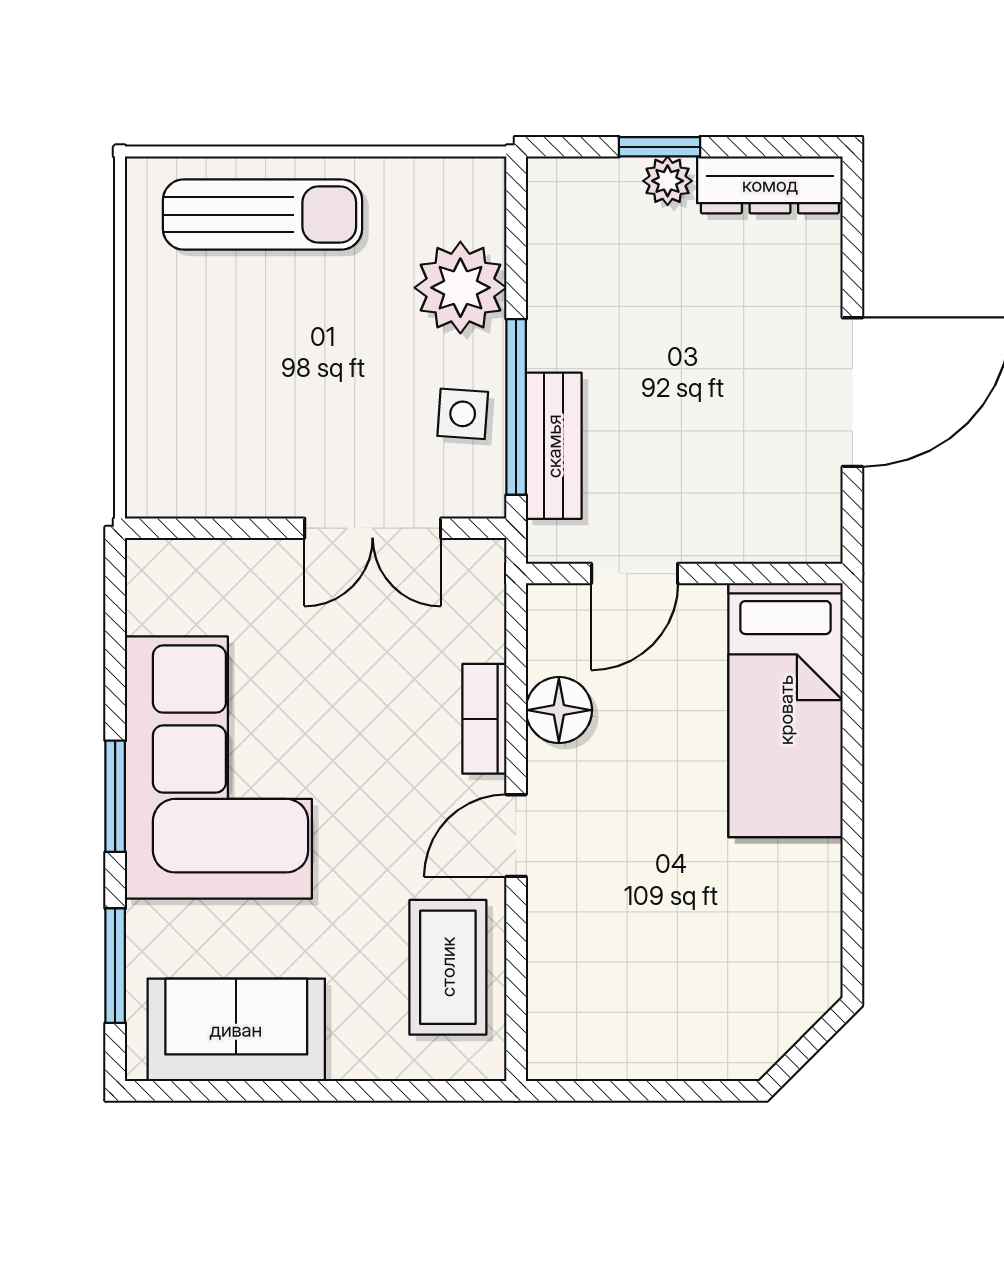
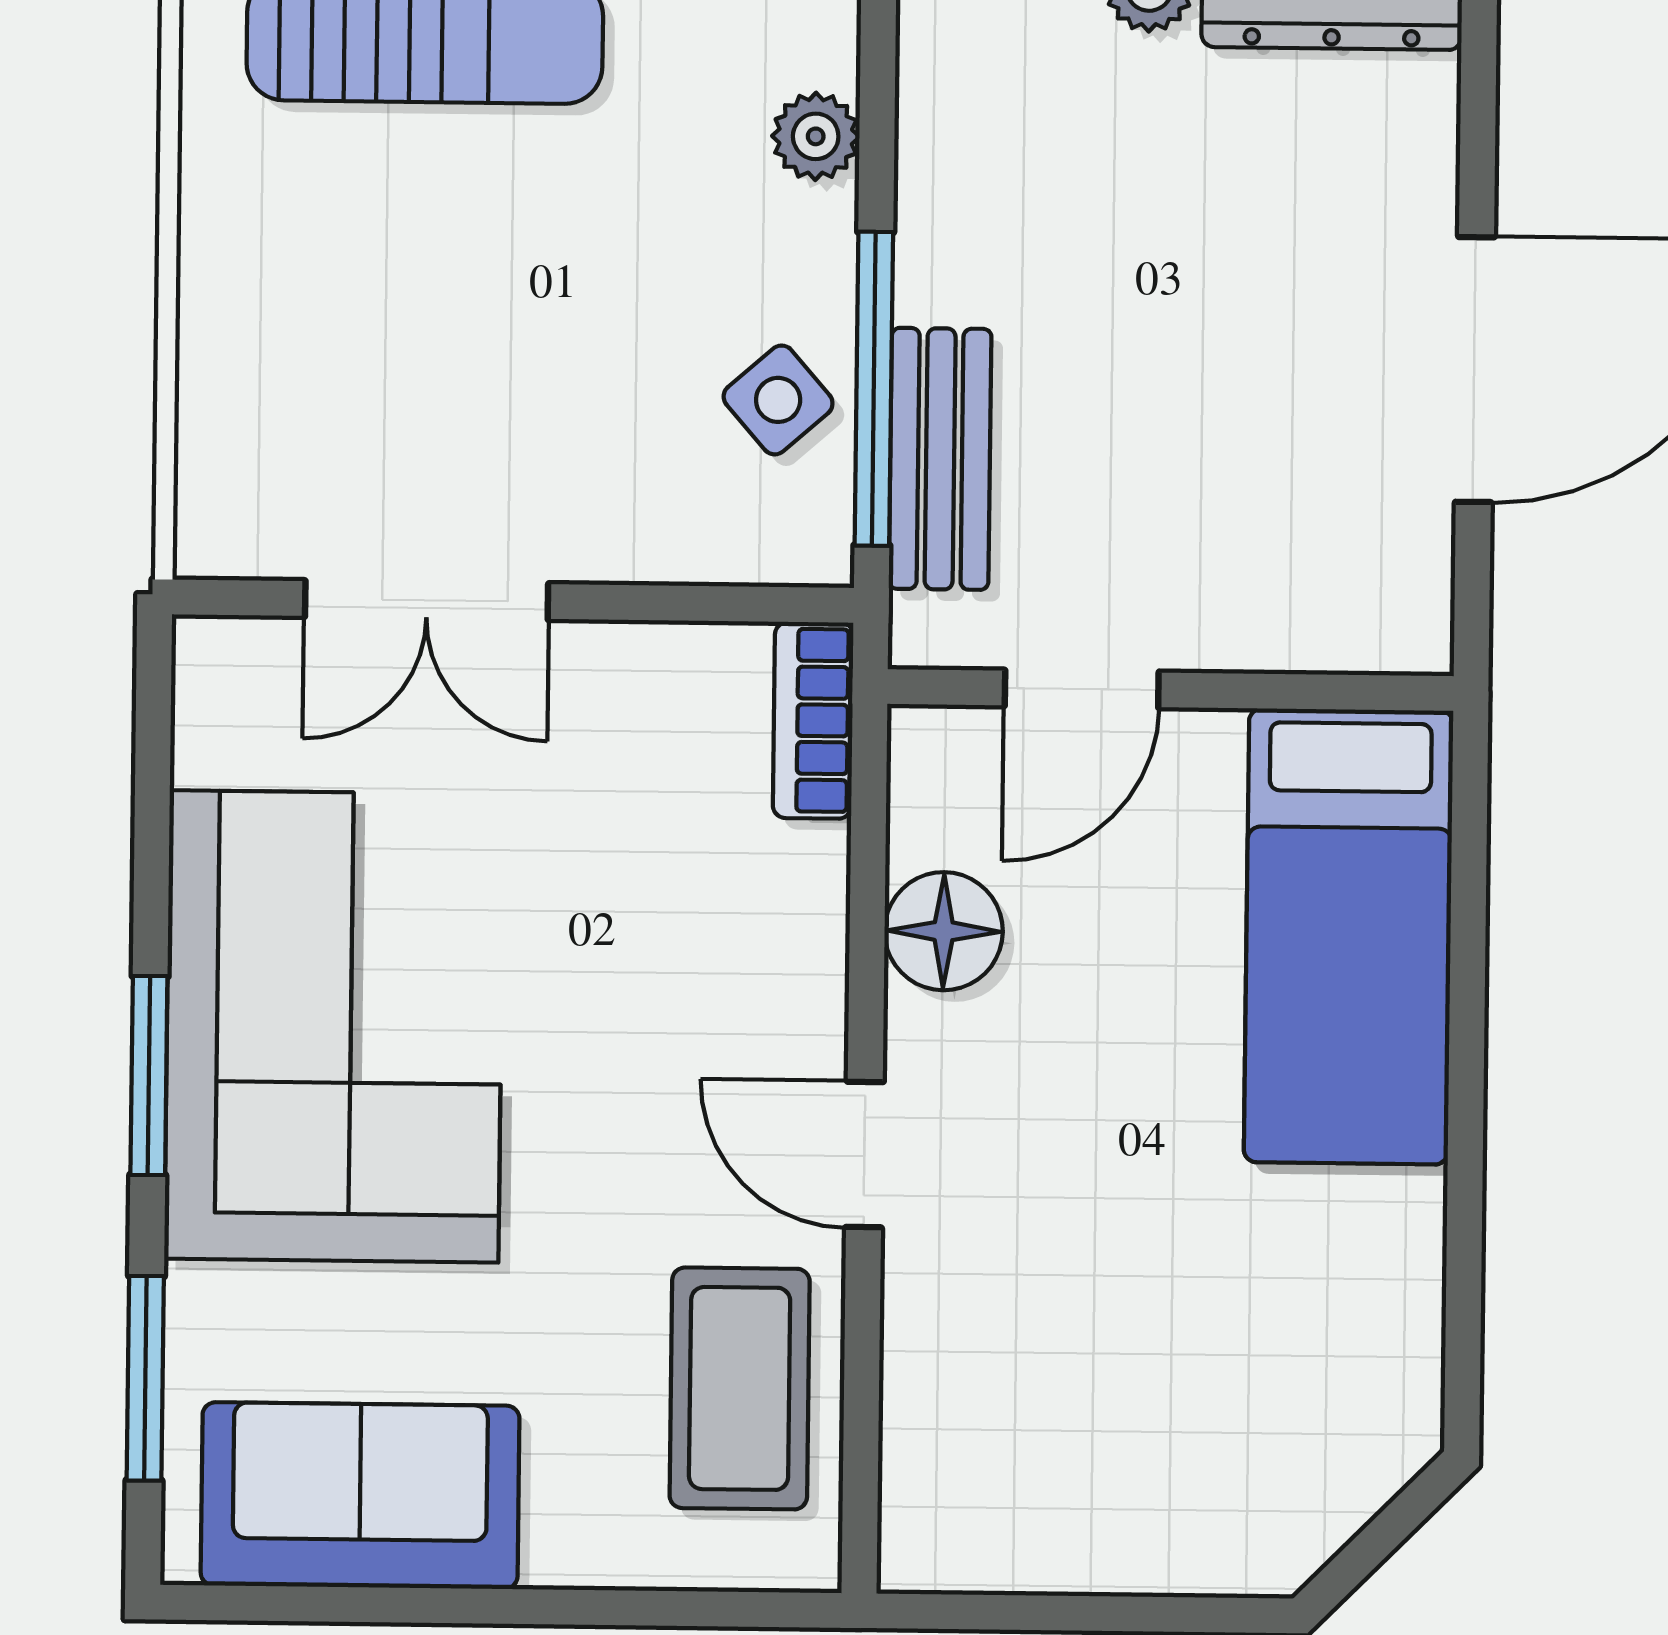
plant: (460, 288) -> (816, 136), width x0.53, depth x0.53
side table: (463, 414) -> (778, 400), turned 45
double door: (373, 528) -> (427, 600), moved
bookcase: (484, 719) -> (813, 720), moved
door: (516, 836) -> (864, 1155), hinge flipped

